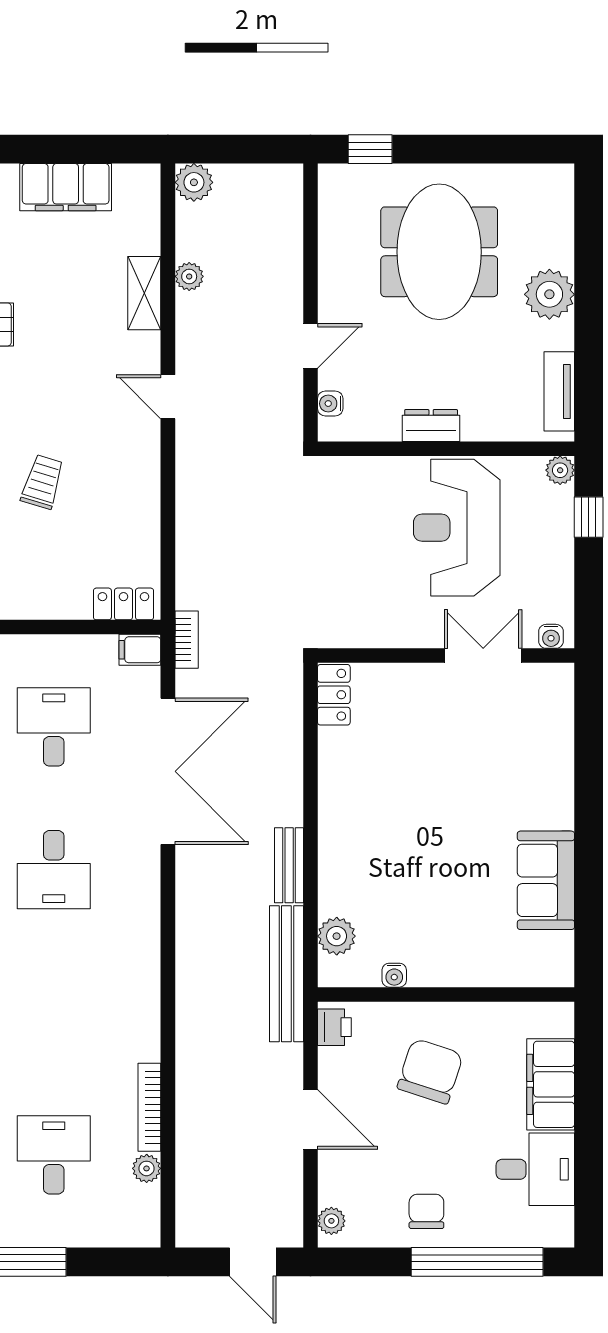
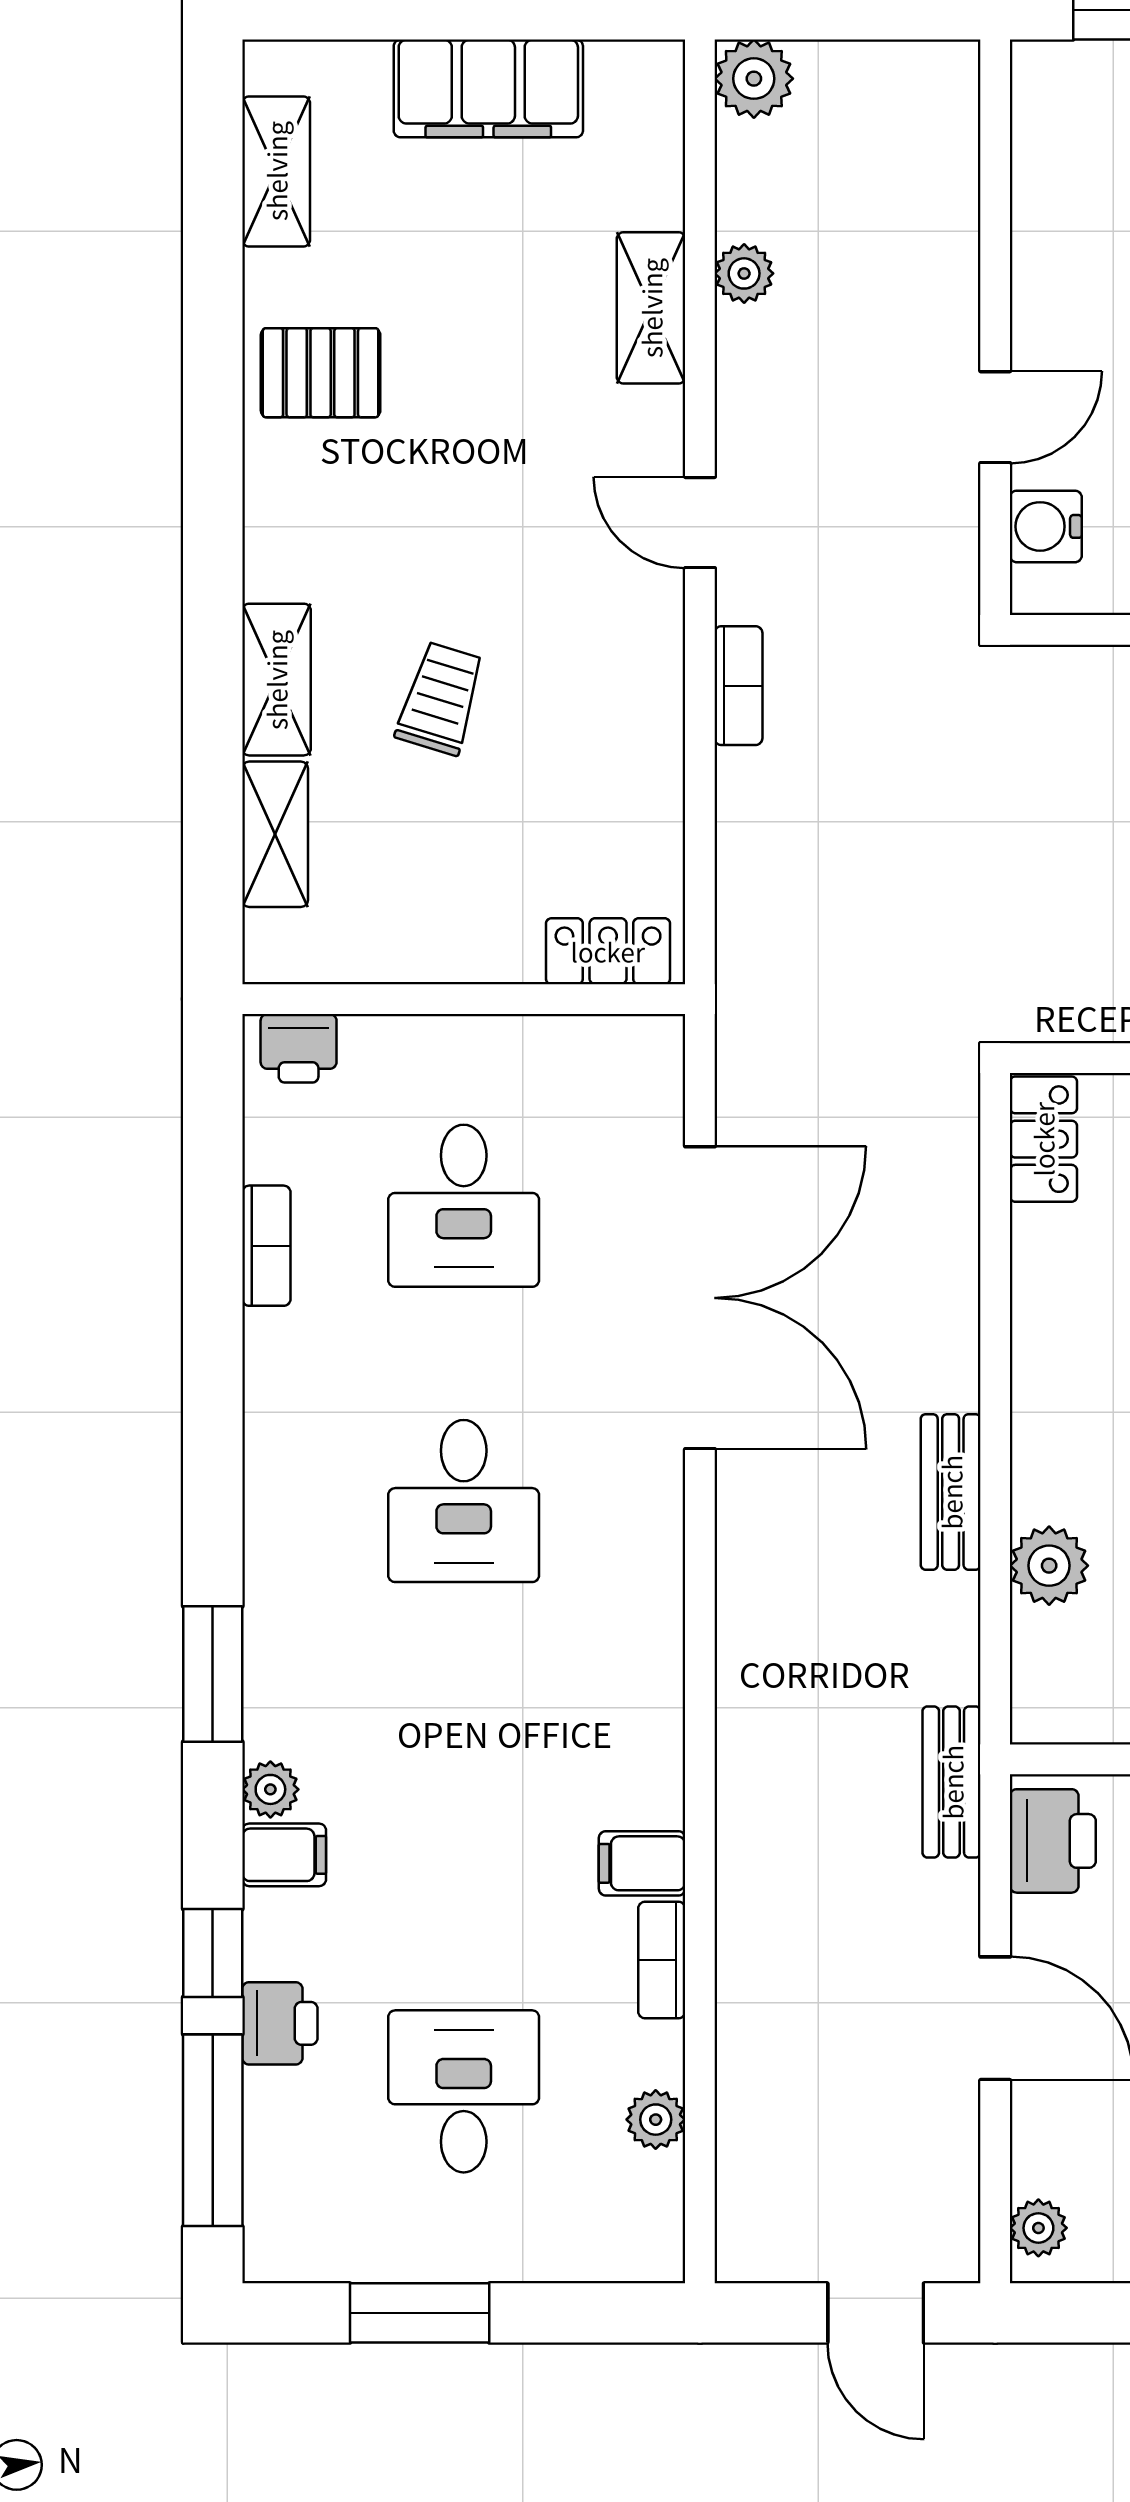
water cooler: (330, 404) -> (1046, 526), width x1.38, depth x1.38
bookcase: (187, 640) -> (738, 686), moved
filing cabinet: (140, 650) -> (642, 1863), moved
desk: (54, 727) -> (464, 1206), turned 180
plant: (337, 936) -> (1049, 1566), moved
bench: (286, 974) -> (952, 1782), width x0.54, depth x0.82
printer: (334, 1027) -> (1053, 1841), width x1.36, depth x1.24
bookcase: (149, 1107) -> (662, 1960), width x0.64

